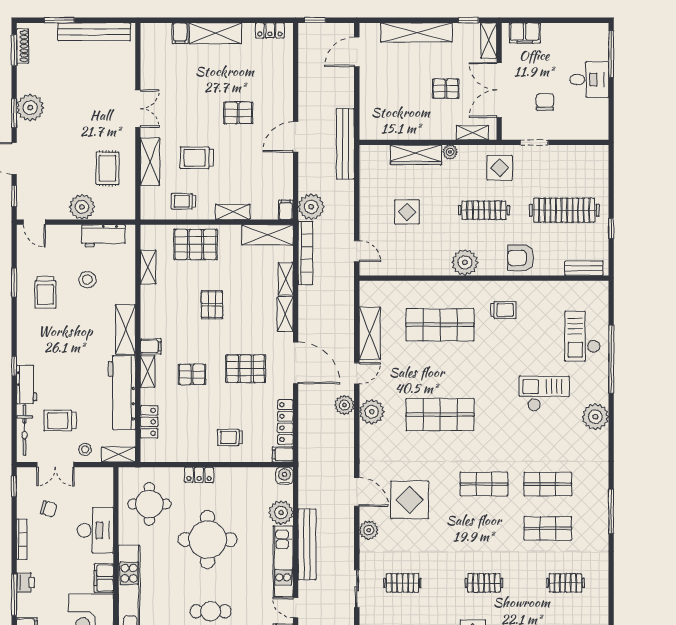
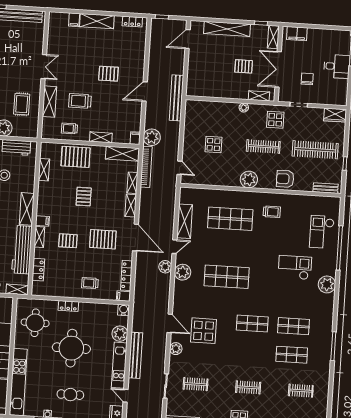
wardrobe: (416, 155) -> (335, 115), moved, width x0.67

